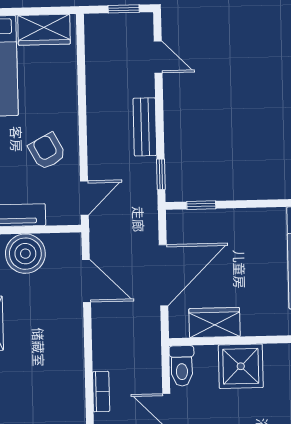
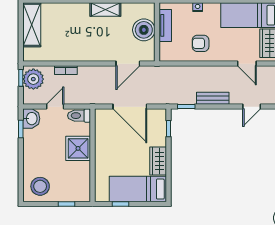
armchair: (47, 151) -> (201, 43), turned -152
door: (84, 198) -> (247, 64), moved
wardrobe: (215, 323) -> (158, 161), moved, turned 180

